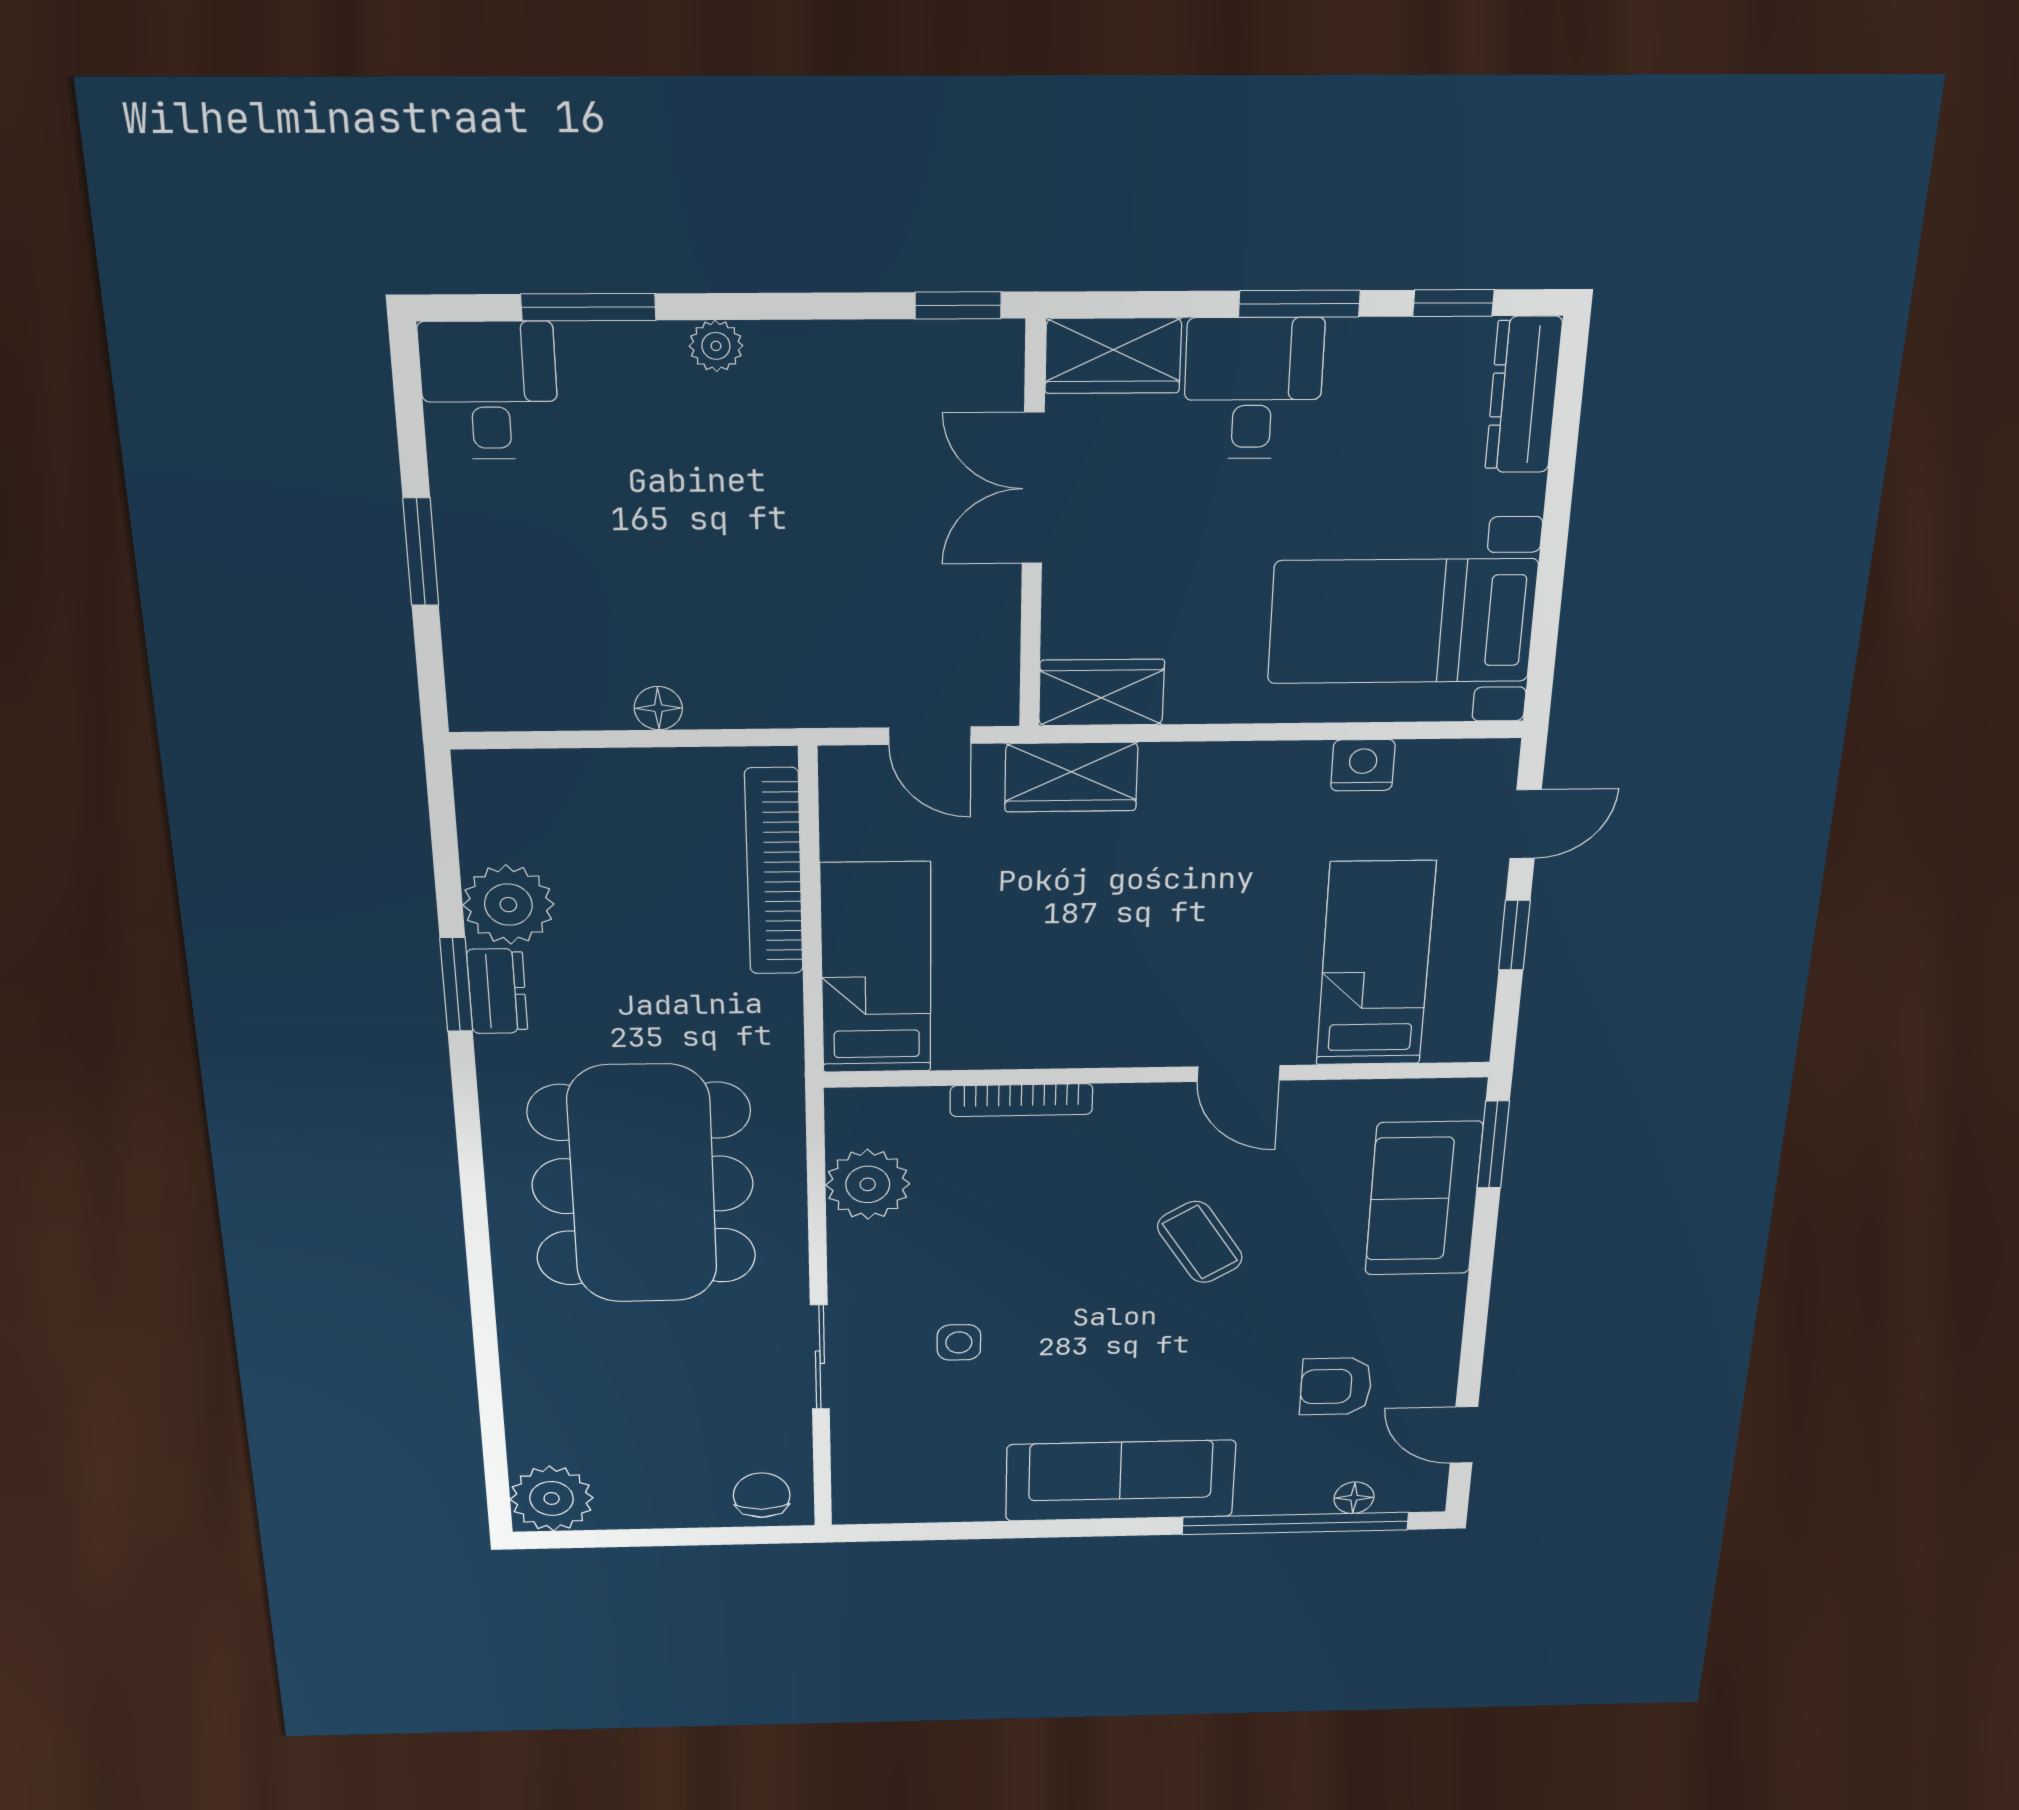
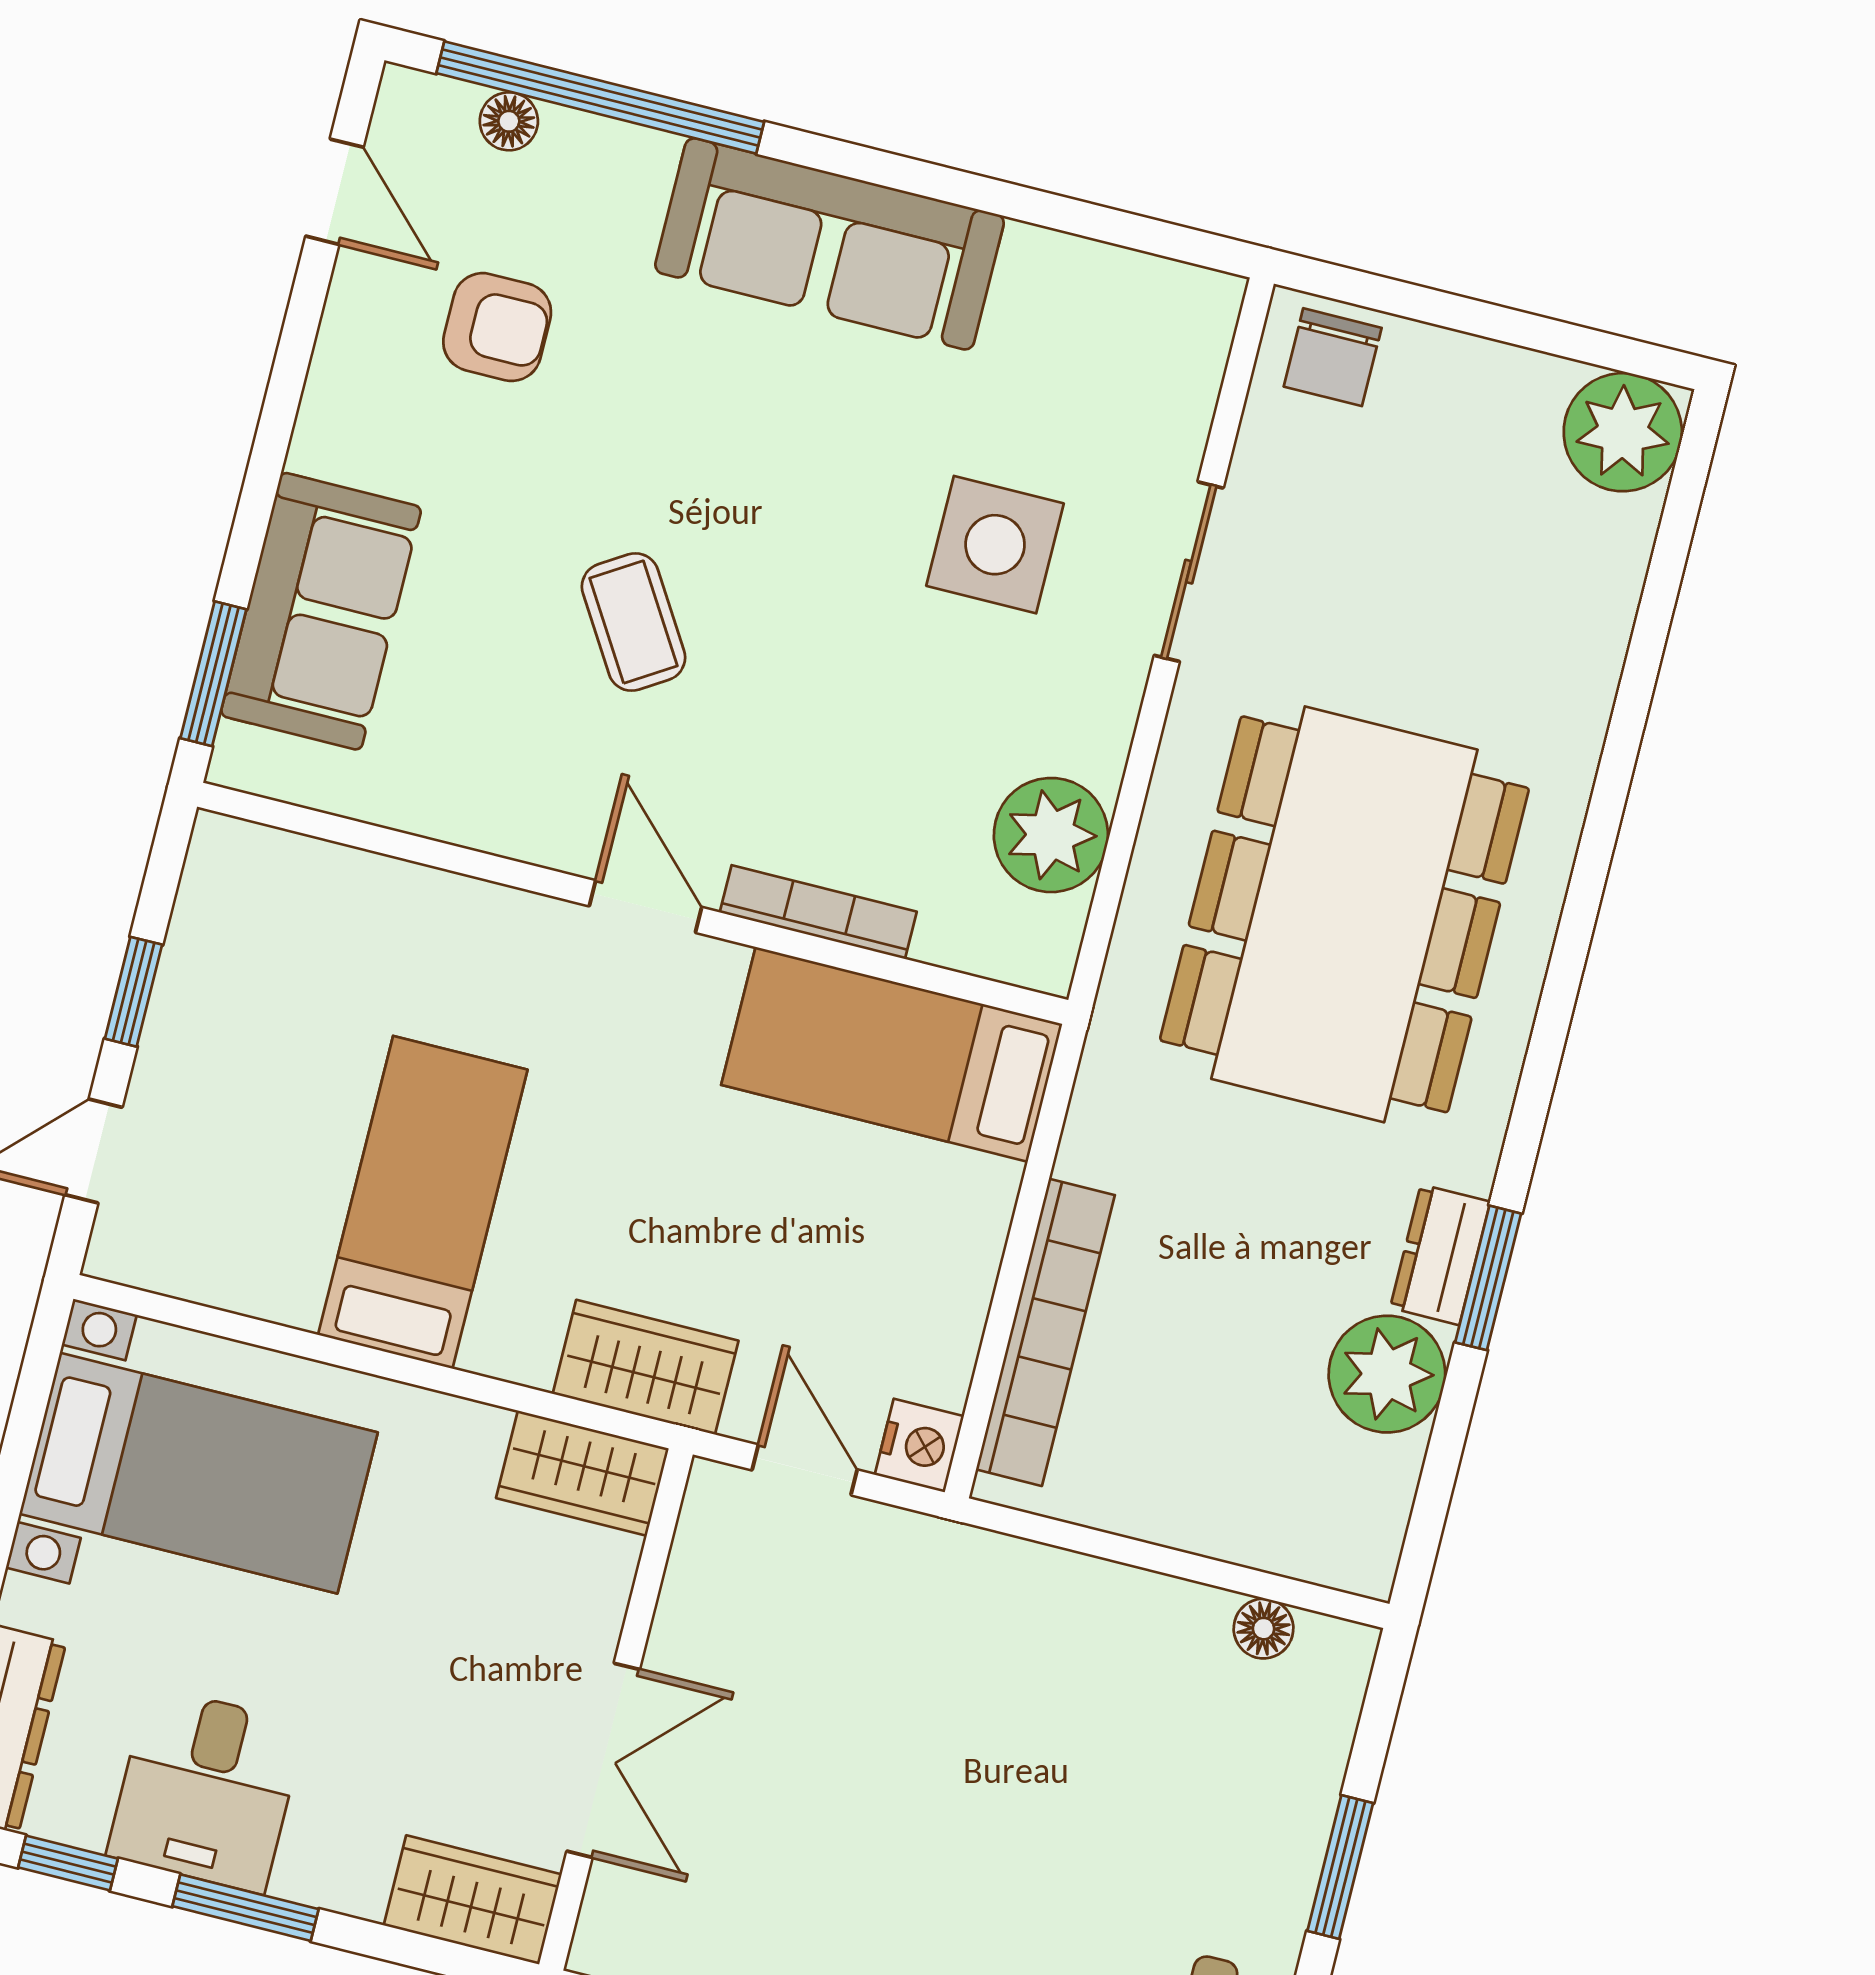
desk: (1253, 389) -> (206, 1790), moved
floor lamp: (658, 708) -> (1264, 1629), moved
nightstand: (1363, 765) -> (919, 1445), moved, turned -90
bed: (1375, 964) -> (423, 1202), moved, turned 180
bed: (876, 968) -> (892, 1054), moved, turned 90
door: (1239, 1073) -> (646, 907), moved
side table: (959, 1342) -> (995, 545), width x1.87, depth x1.87

